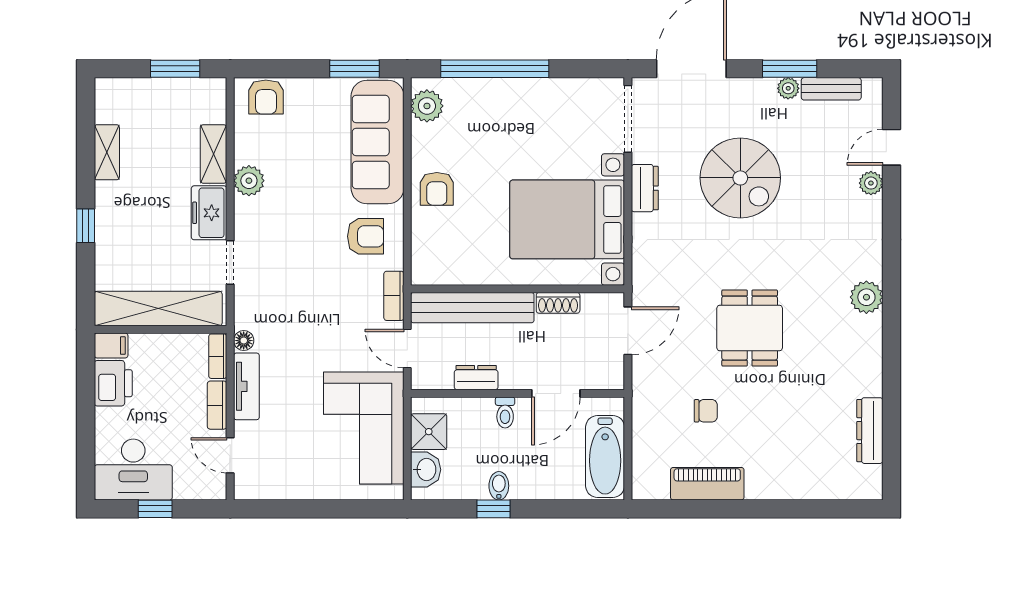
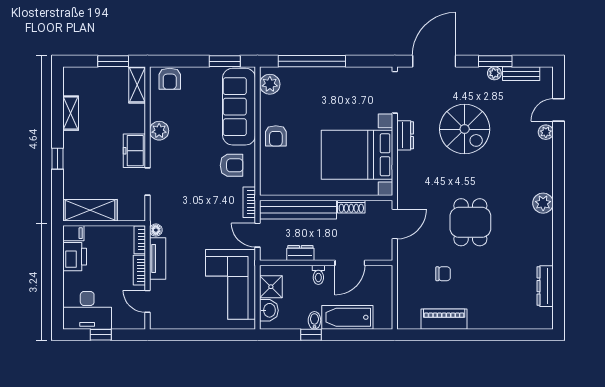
shelving: (213, 154) -> (137, 85), moved
shelving: (158, 309) -> (90, 210), width x0.68
bathtub: (605, 456) -> (347, 317), moved, turned 90

